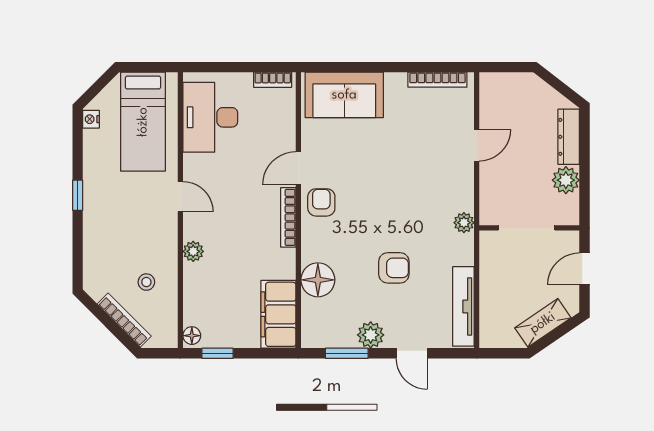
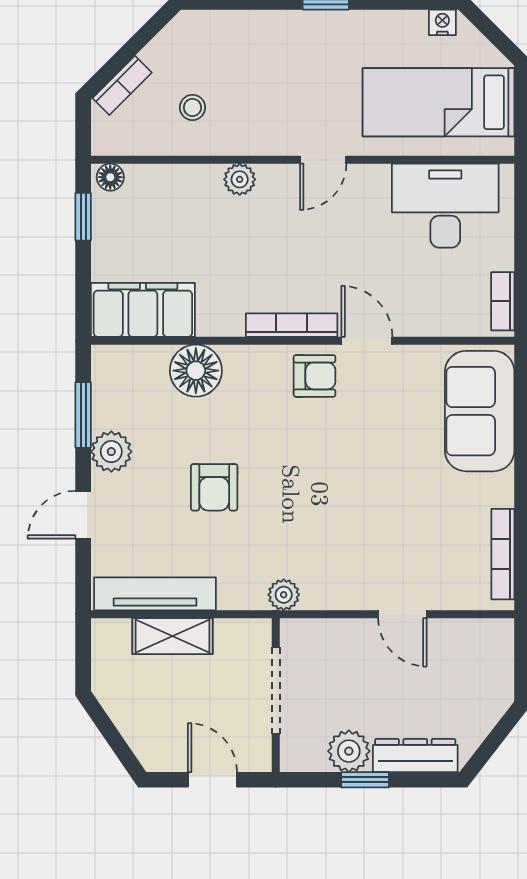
window: (585, 170) -> (365, 780), added
bookcase: (124, 320) -> (122, 85), width x0.64
shelving: (543, 323) -> (173, 636), moved, turned -56

